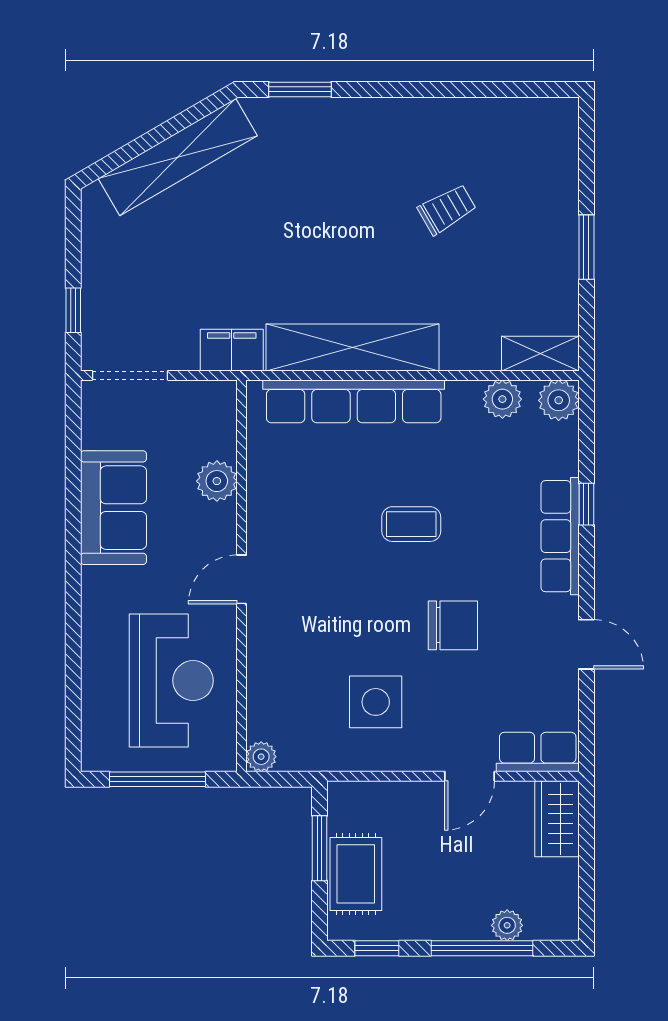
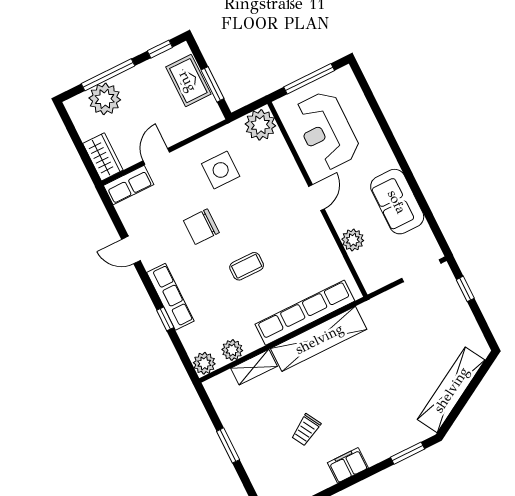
filing cabinet: (232, 350) -> (348, 465), moved, turned 180
shelving: (540, 354) -> (254, 367), moved
plant: (261, 757) -> (260, 125), width x1.88, depth x1.88
plant: (507, 925) -> (105, 99), width x1.87, depth x1.87

